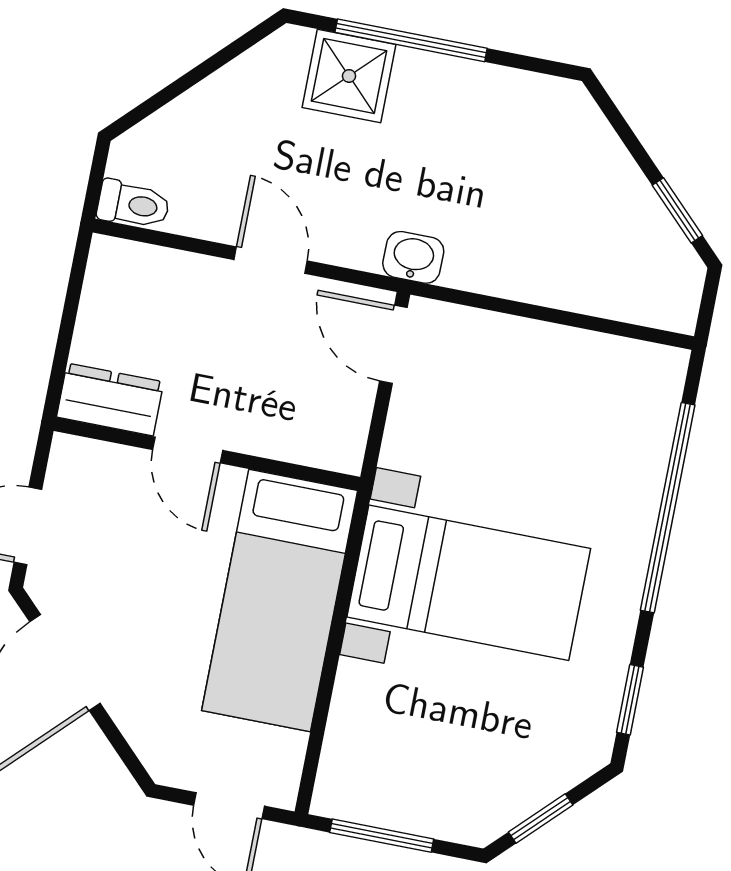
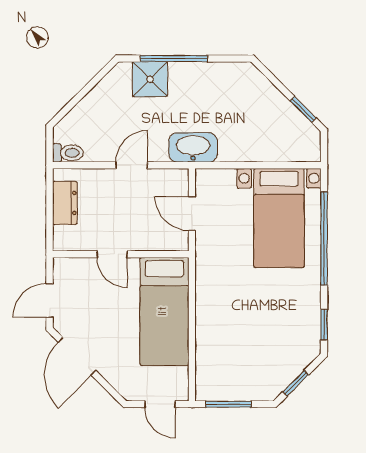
washbasin: (413, 257) -> (193, 147), width x1.91, depth x1.45
door: (271, 260) -> (132, 165), hinge flipped
door: (393, 344) -> (192, 213), moved
dresser: (110, 400) -> (65, 203), moved, turned 90
bed with nightstands: (469, 583) -> (279, 218), moved, turned 90

